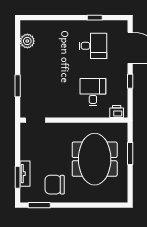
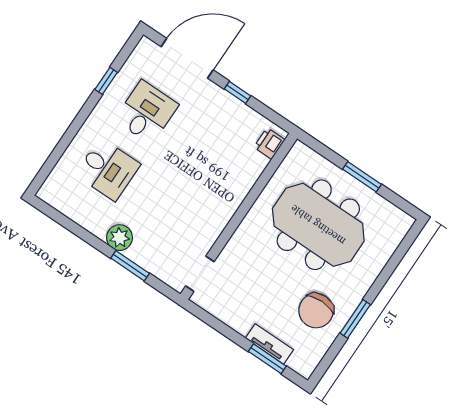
plant: (27, 41) -> (119, 238), moved
desk: (93, 92) -> (108, 169), moved, turned 180
window: (130, 153) -> (362, 177), moved
window: (39, 205) -> (355, 319), moved

